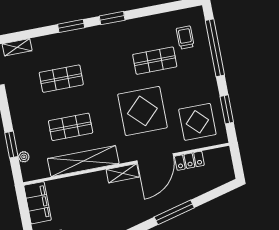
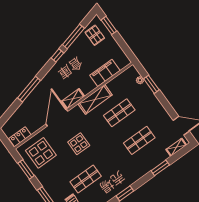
window: (71, 26) -> (160, 168), moved
display table: (142, 111) -> (79, 144), width x0.54, depth x0.54
shelving: (83, 161) -> (95, 99), width x0.68
locker: (189, 161) -> (20, 137), moved
filing cabinet: (37, 203) -> (105, 73), moved, turned 90

